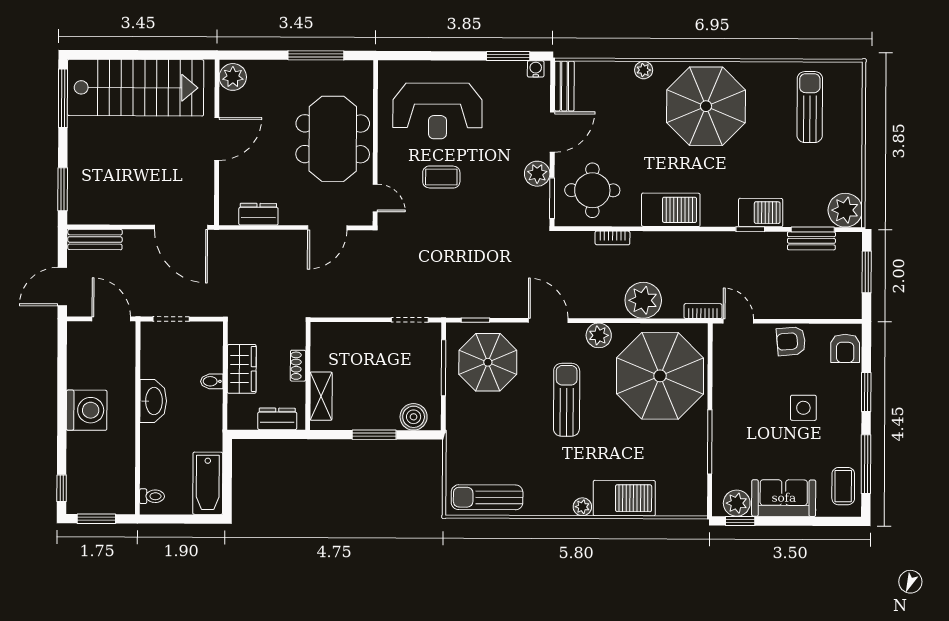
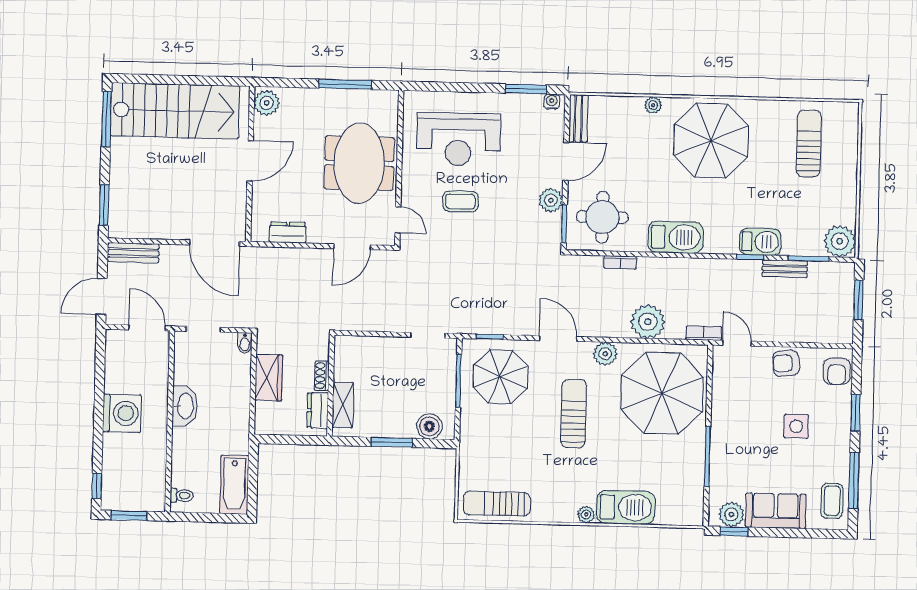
bench: (811, 241) -> (785, 269), moved
bidet: (212, 381) -> (245, 343), moved, turned -90
dresser: (277, 419) -> (318, 410), moved, turned -90

